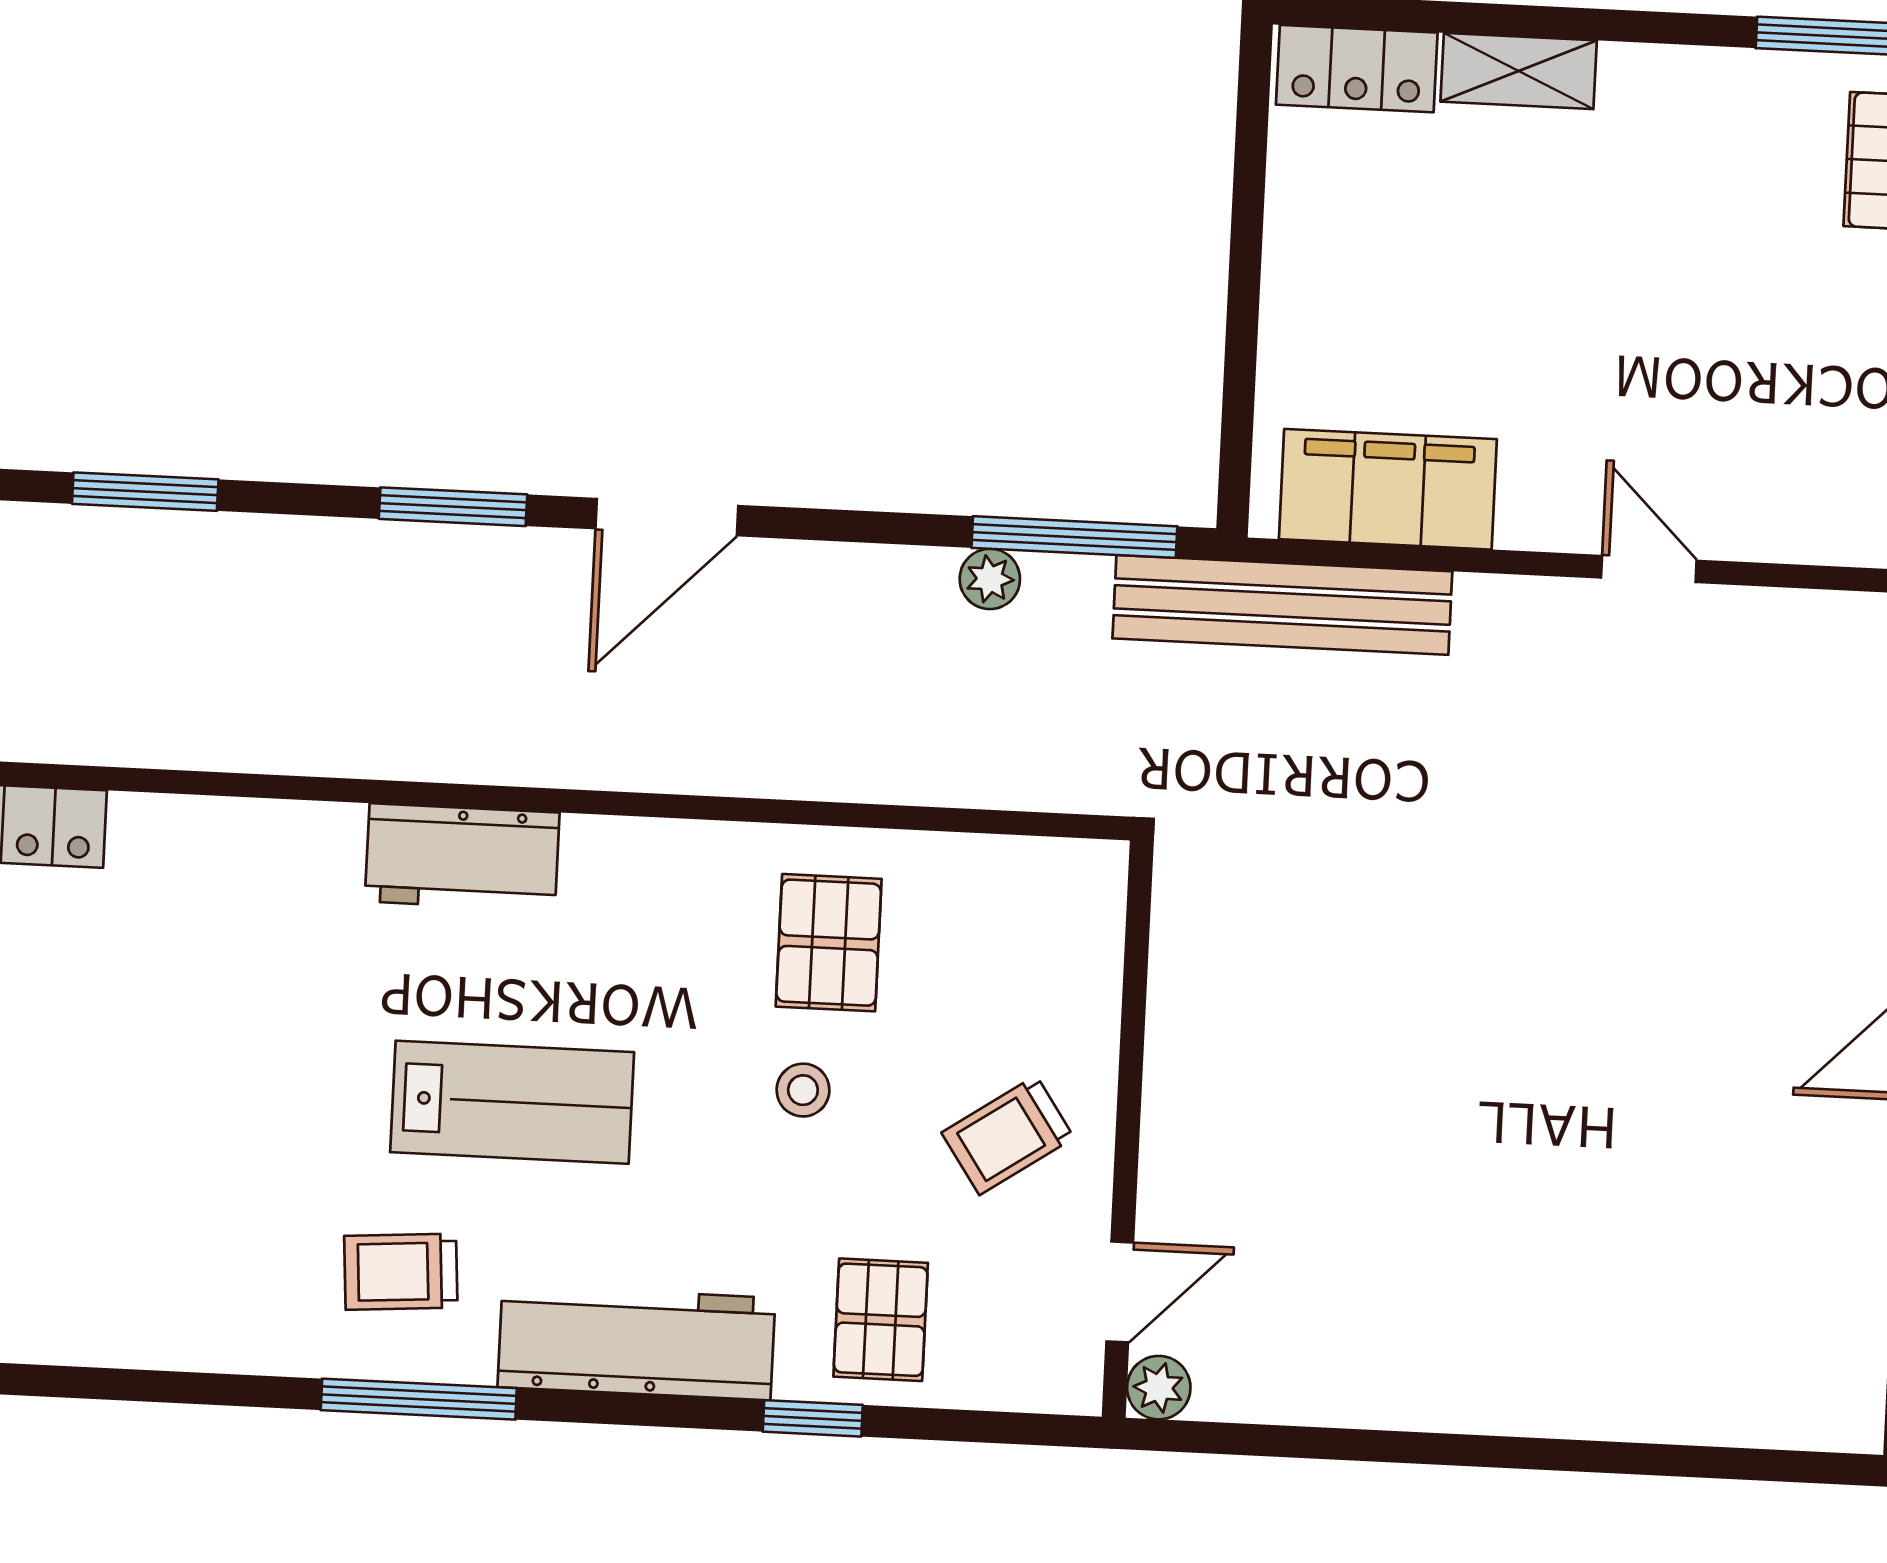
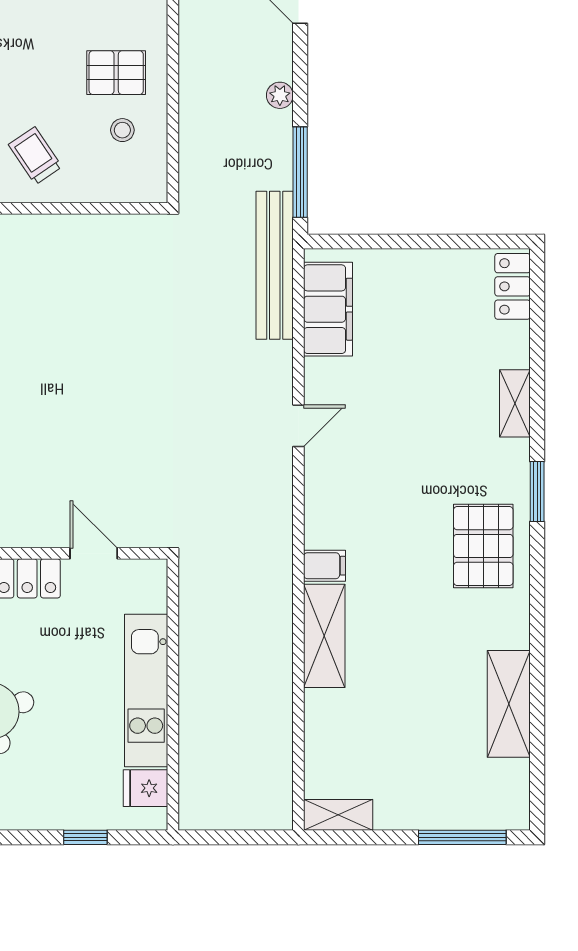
shelving: (1519, 71) -> (515, 403), moved
plant: (990, 579) -> (280, 95), moved
stool: (803, 1090) -> (122, 130), moved

